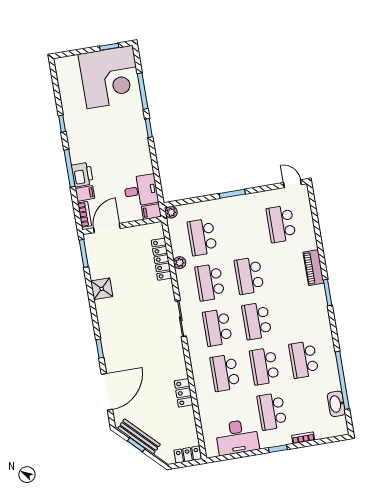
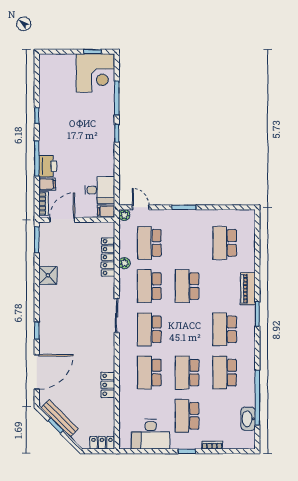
corner desk: (110, 77) -> (95, 73), width x0.74, depth x0.74
door: (292, 184) -> (141, 207), moved
school desk: (257, 321) -> (225, 329), moved

